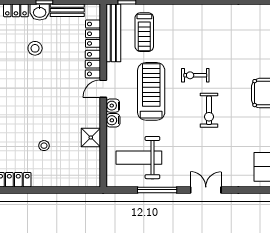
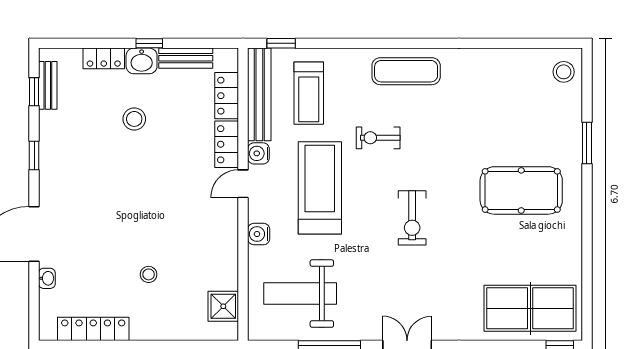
exercise mat: (205, 18) -> (406, 71), added
exercise bike: (195, 75) -> (378, 138), moved
water cooler: (113, 106) -> (258, 153), moved
shower: (91, 137) -> (223, 306), moved

